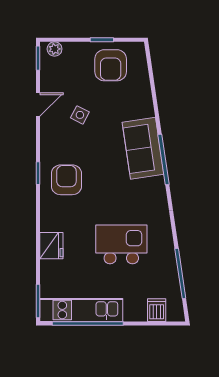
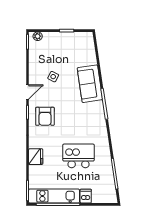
armchair: (111, 65) -> (72, 46), removed
door: (38, 105) -> (28, 92), moved
sofa: (143, 148) -> (90, 84), moved
armchair: (66, 180) -> (45, 116), turned 180
dishwasher: (157, 310) -> (86, 196), moved

